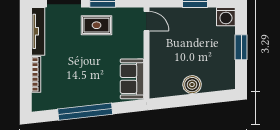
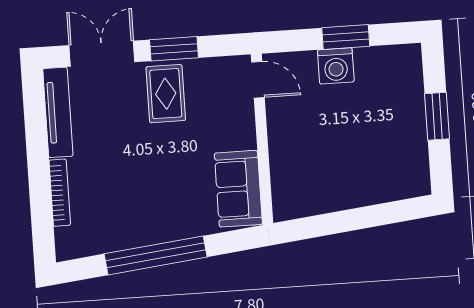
washing machine: (226, 17) -> (336, 66), moved
rug: (97, 25) -> (166, 94), turned 90
boiler: (192, 85) -> (351, 192), removed

